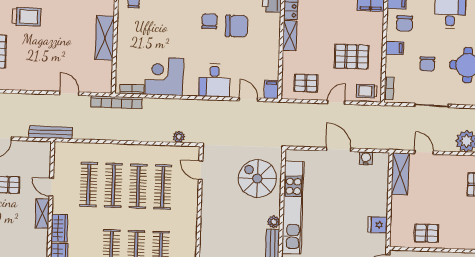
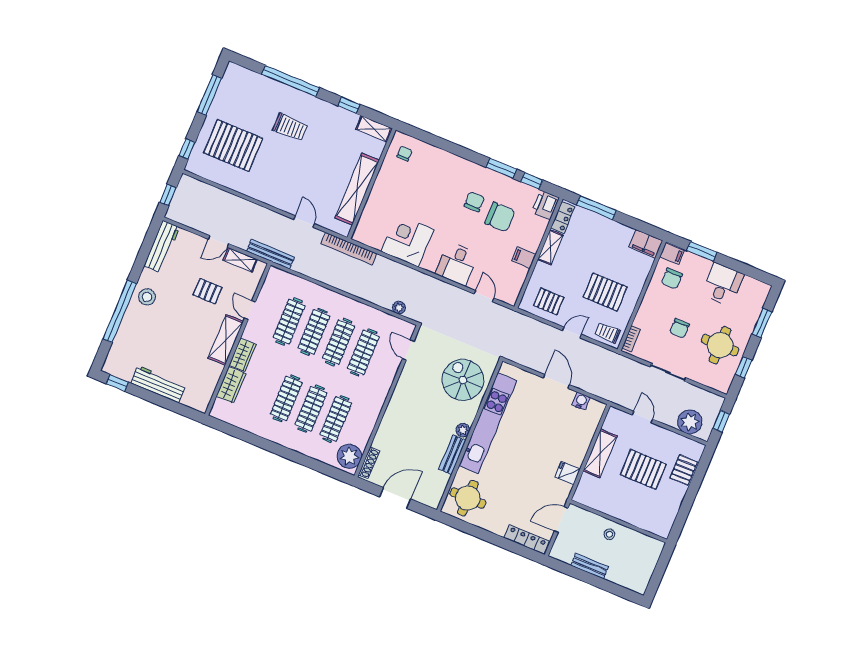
shelving: (105, 38) -> (357, 189), width x1.47
filing cabinet: (395, 48) -> (652, 300), removed
bookcase: (132, 89) -> (370, 241), removed
filing cabinet: (271, 89) -> (524, 258), moved, turned -90
shelving: (27, 147) -> (240, 260), added
shelving: (400, 174) -> (600, 453), moved
shelving: (42, 214) -> (226, 340), width x1.50, depth x1.33
pallet: (427, 233) -> (643, 469), moved, width x1.50, depth x1.42

